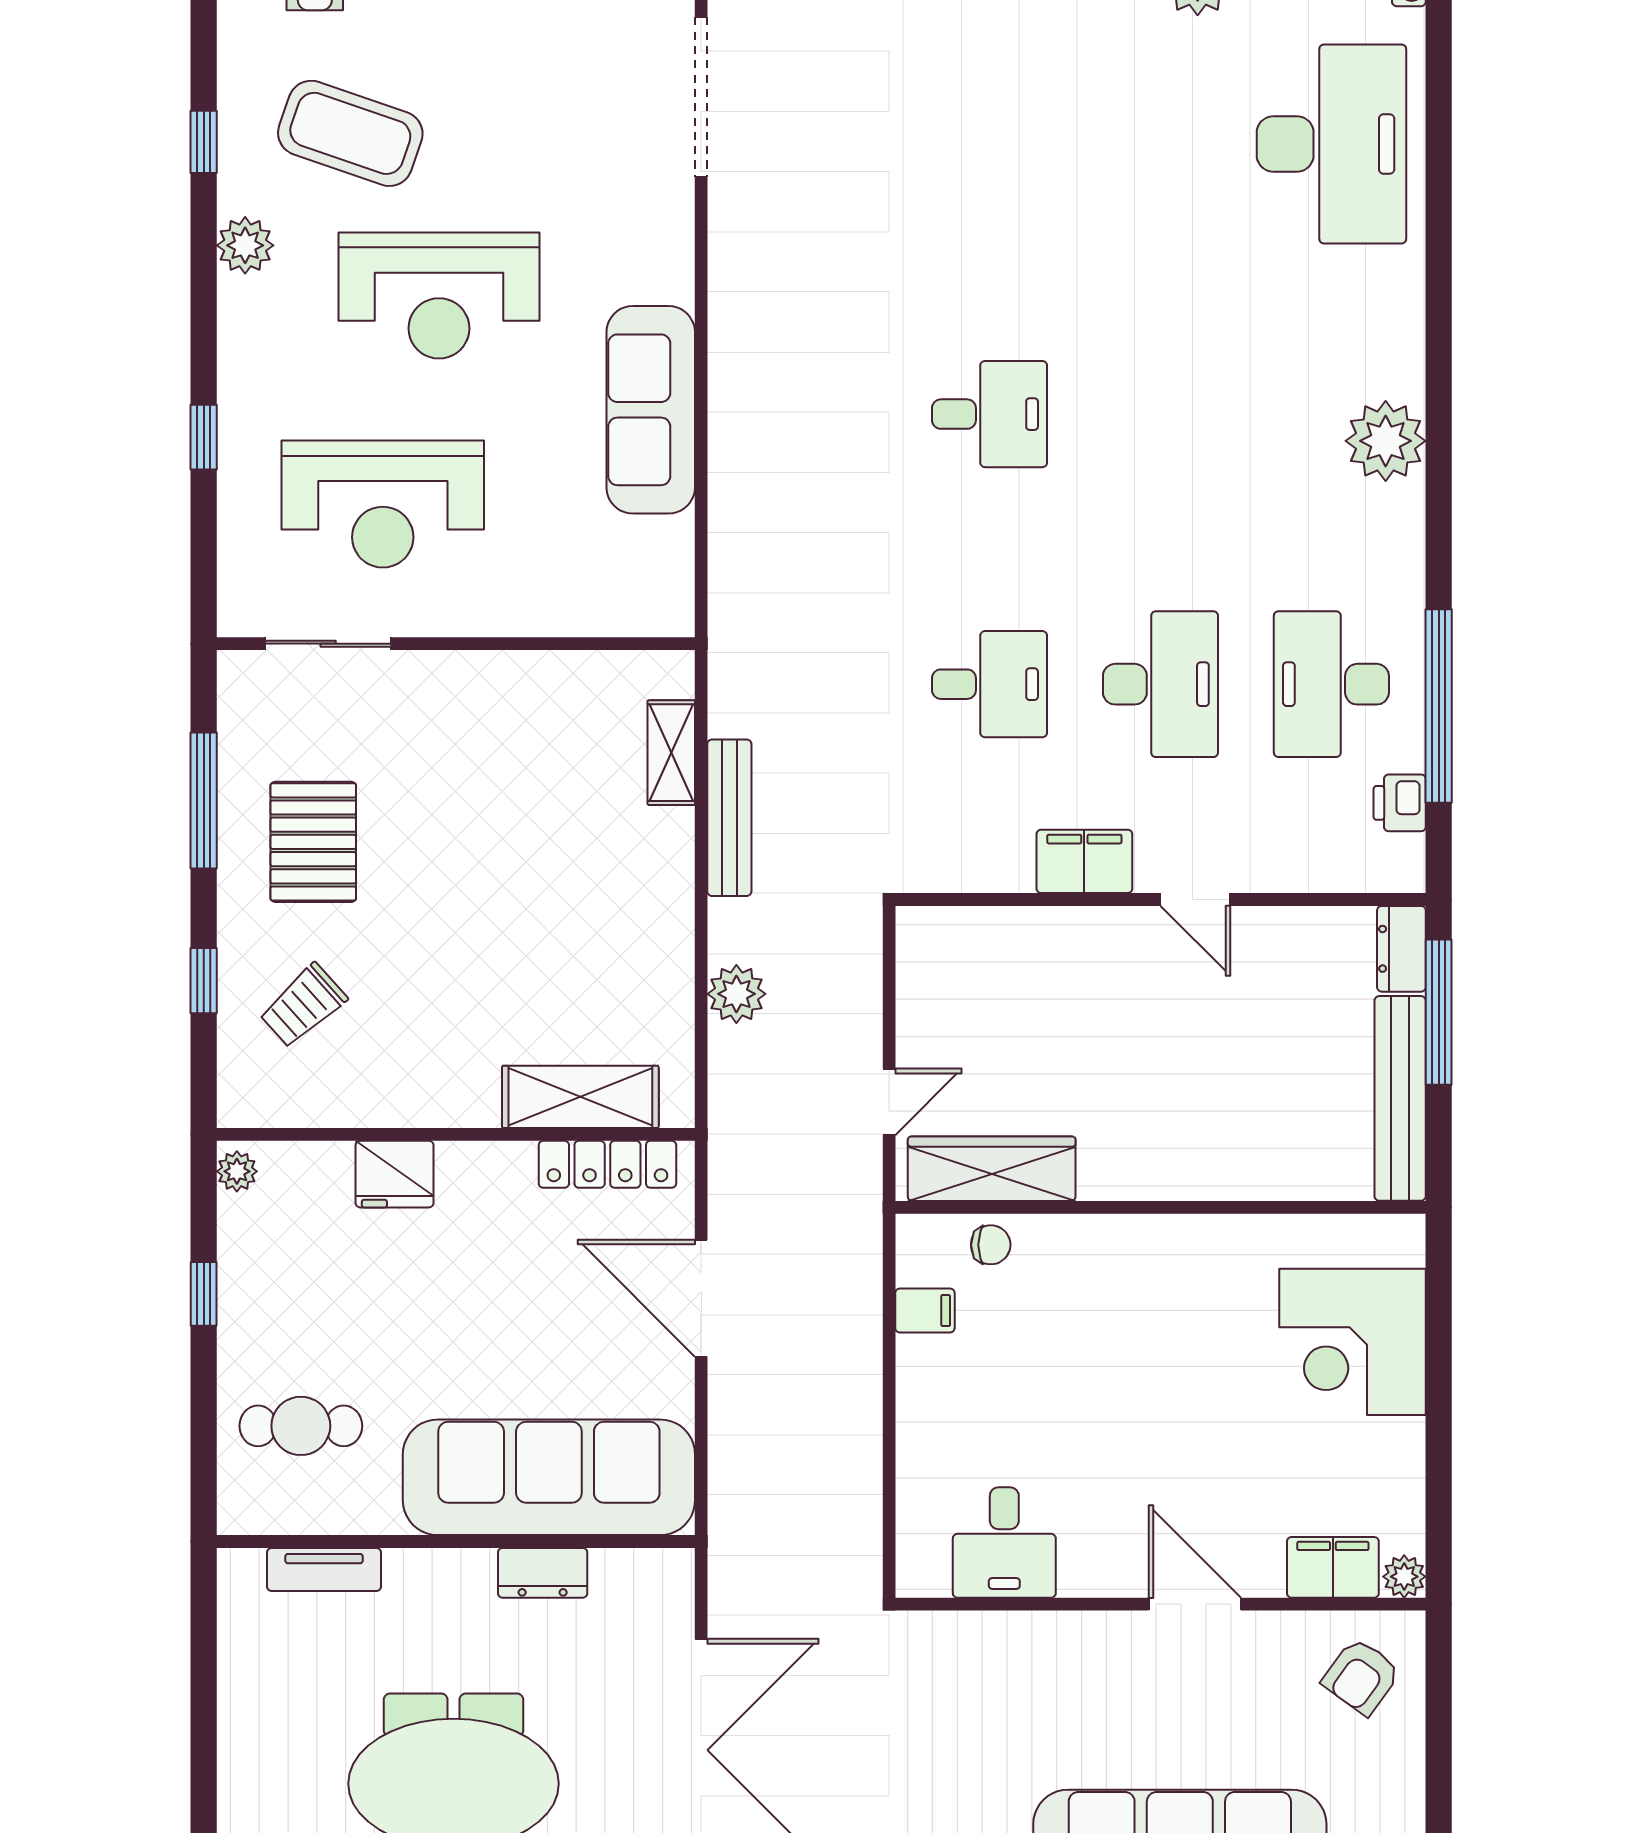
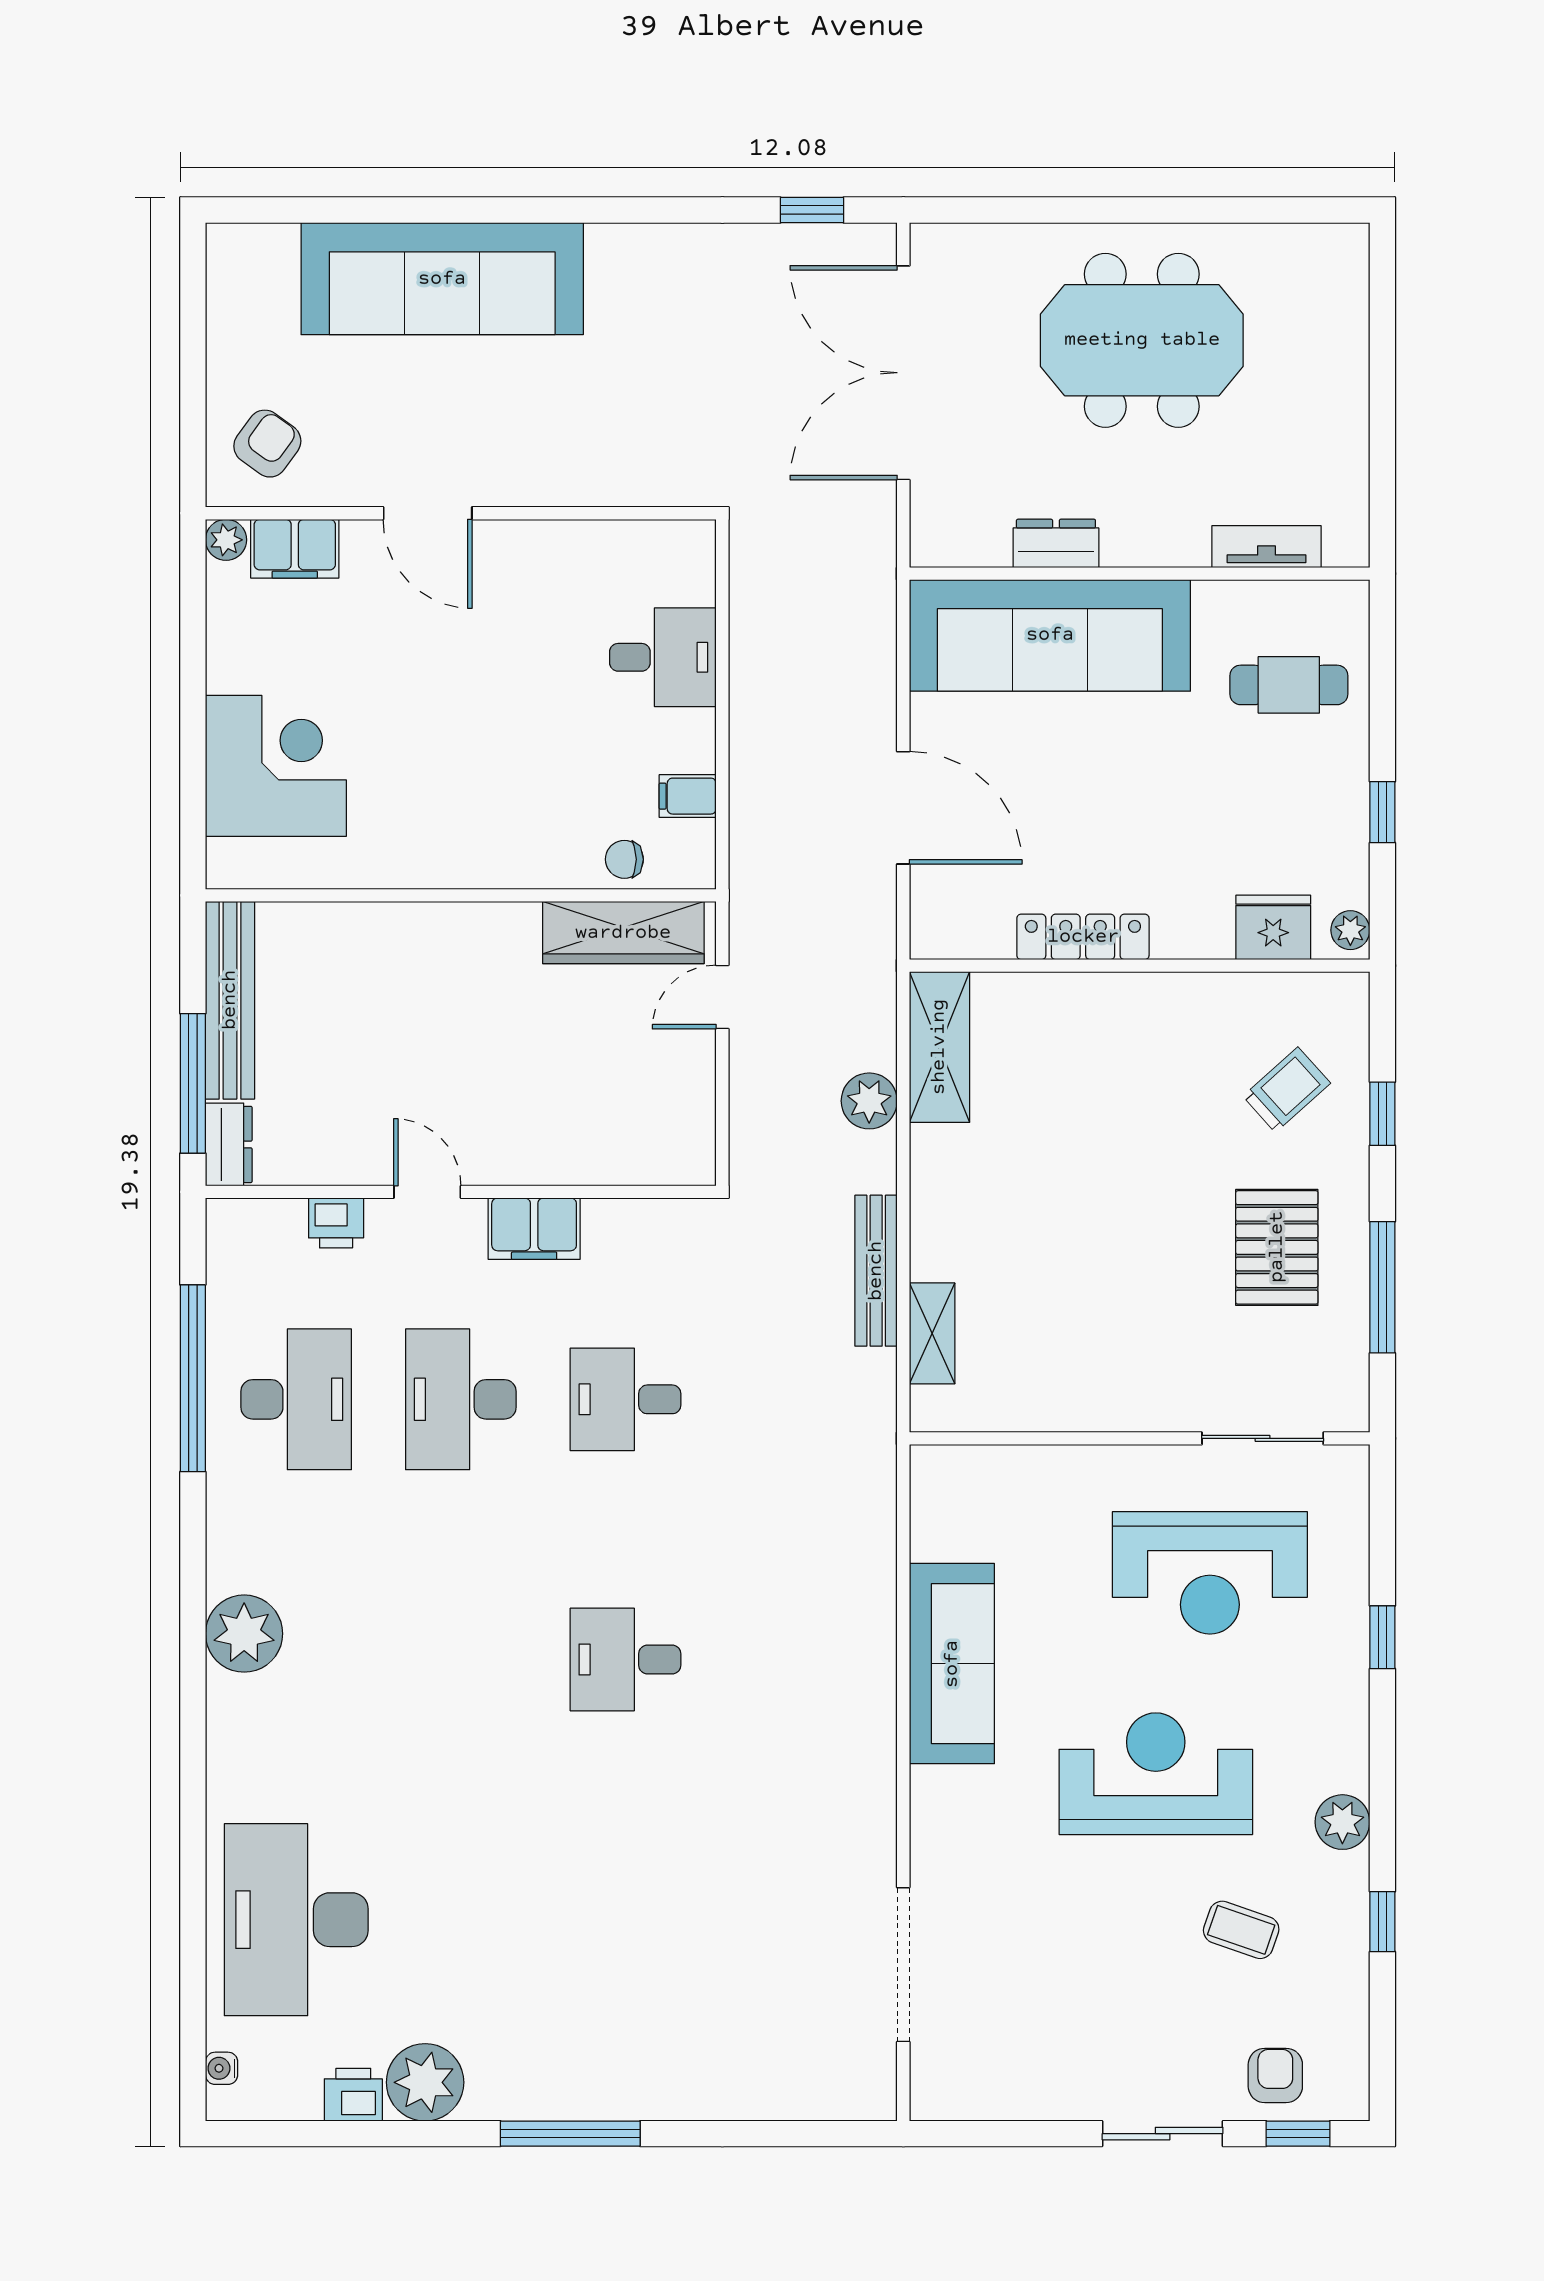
coffee table: (350, 133) -> (1241, 1930), width x0.54, depth x0.58
reception desk: (383, 504) -> (1210, 1573), turned 180
printer: (1400, 803) -> (336, 1223), moved, turned 90
shelving: (580, 1097) -> (939, 1047), moved, turned 90
locker: (607, 1164) -> (1083, 937), moved
fridge: (395, 1174) -> (1273, 927), moved
desk: (1004, 1543) -> (663, 657), moved, turned 90

